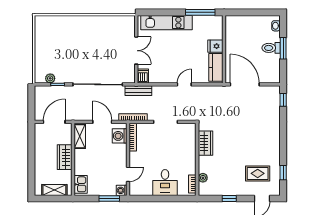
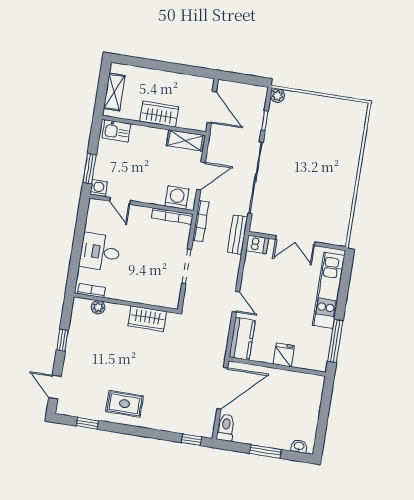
toilet: (271, 48) -> (226, 428), moved
kitchen counter: (216, 67) -> (242, 339), moved, turned 90
plant: (50, 78) -> (277, 96), moved
rug: (258, 173) -> (124, 404), moved, turned 90

